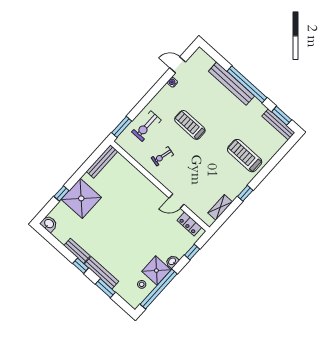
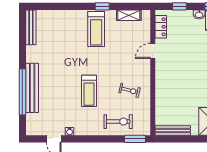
window: (247, 84) -> (22, 92), moved
window: (282, 116) -> (22, 31), removed
treadmill: (245, 156) -> (96, 29), moved
door: (177, 201) -> (153, 51), swing flipped

